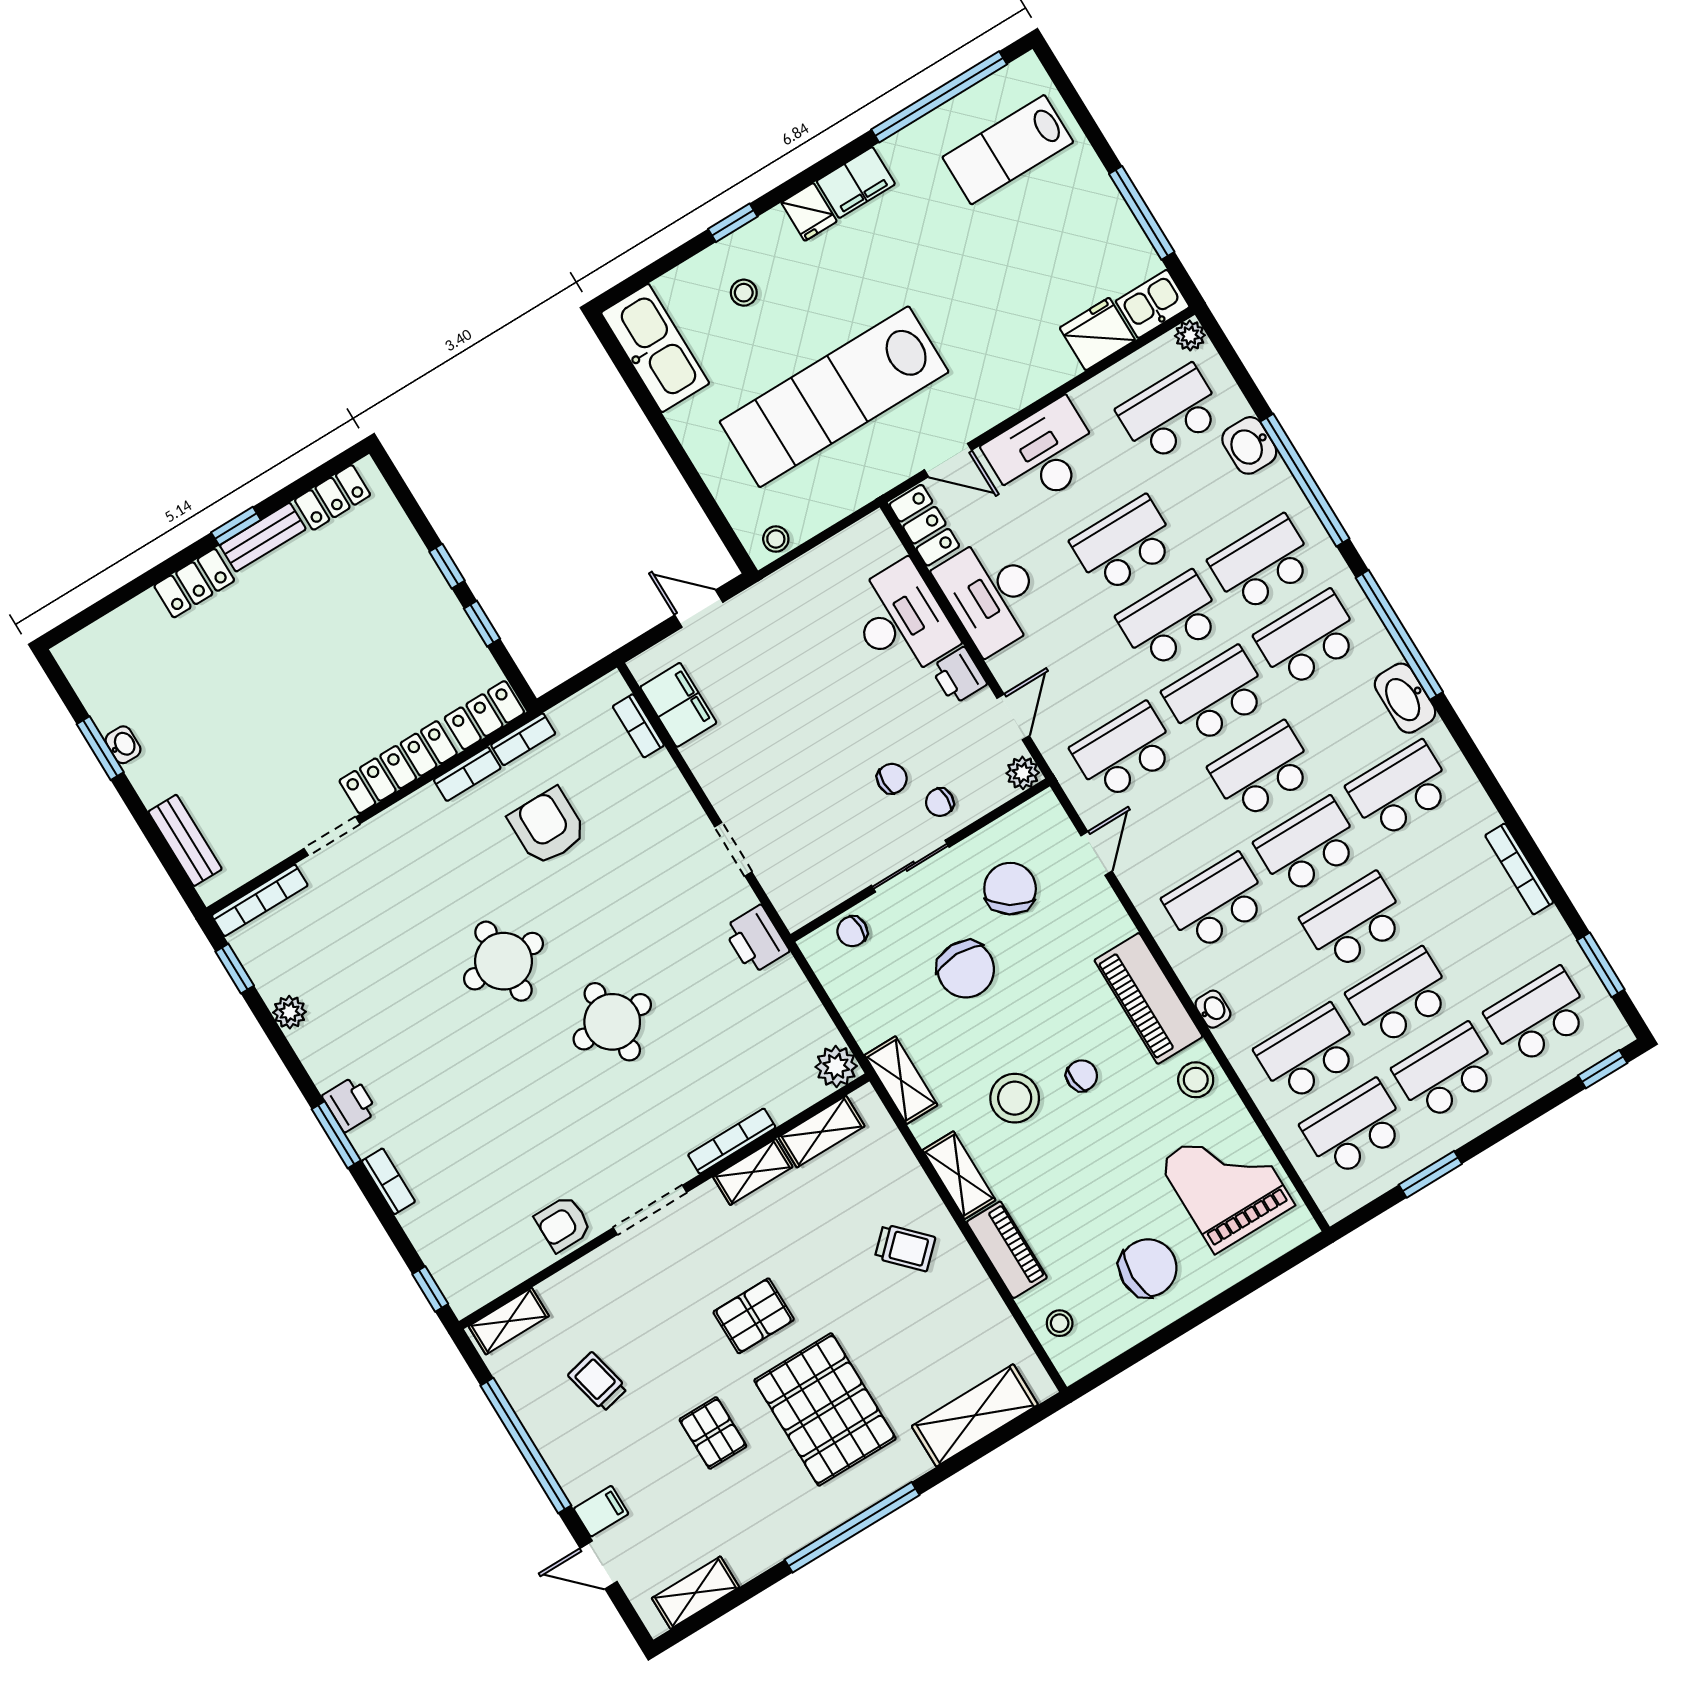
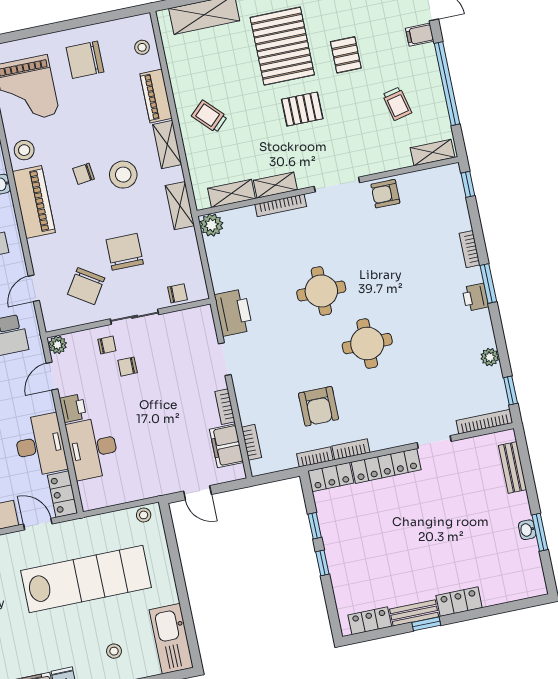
bookcase: (704, 770) -> (225, 407), added
printer: (756, 940) -> (233, 312), width x1.37, depth x1.19
armchair: (563, 1224) -> (385, 194), turned 180

